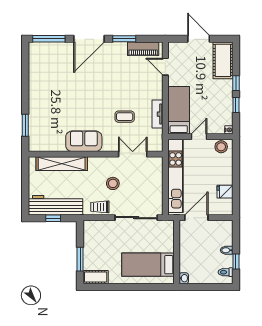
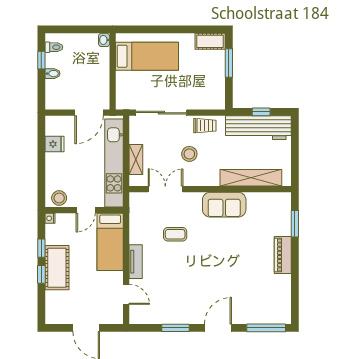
door: (89, 39) -> (218, 328), width x0.73
piano: (143, 49) -> (283, 255), moved, turned -90
cot: (223, 60) -> (57, 268), moved
tv unit: (158, 114) -> (136, 262), moved
double door: (133, 154) -> (165, 189), swing flipped
shelving: (157, 179) -> (136, 160), added

